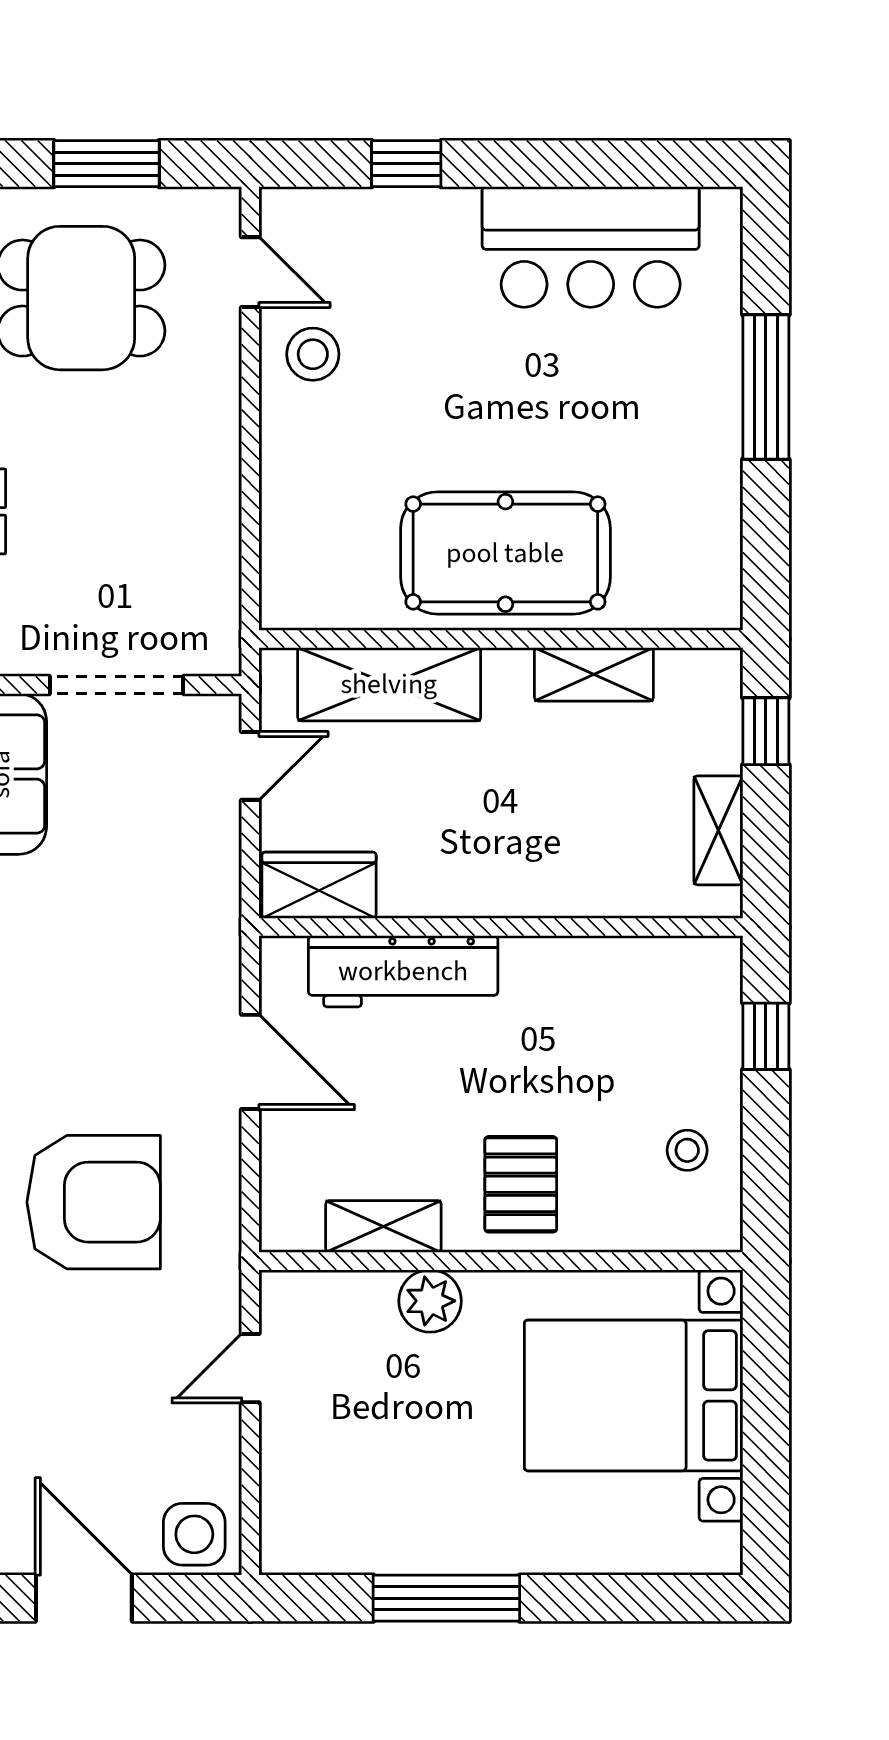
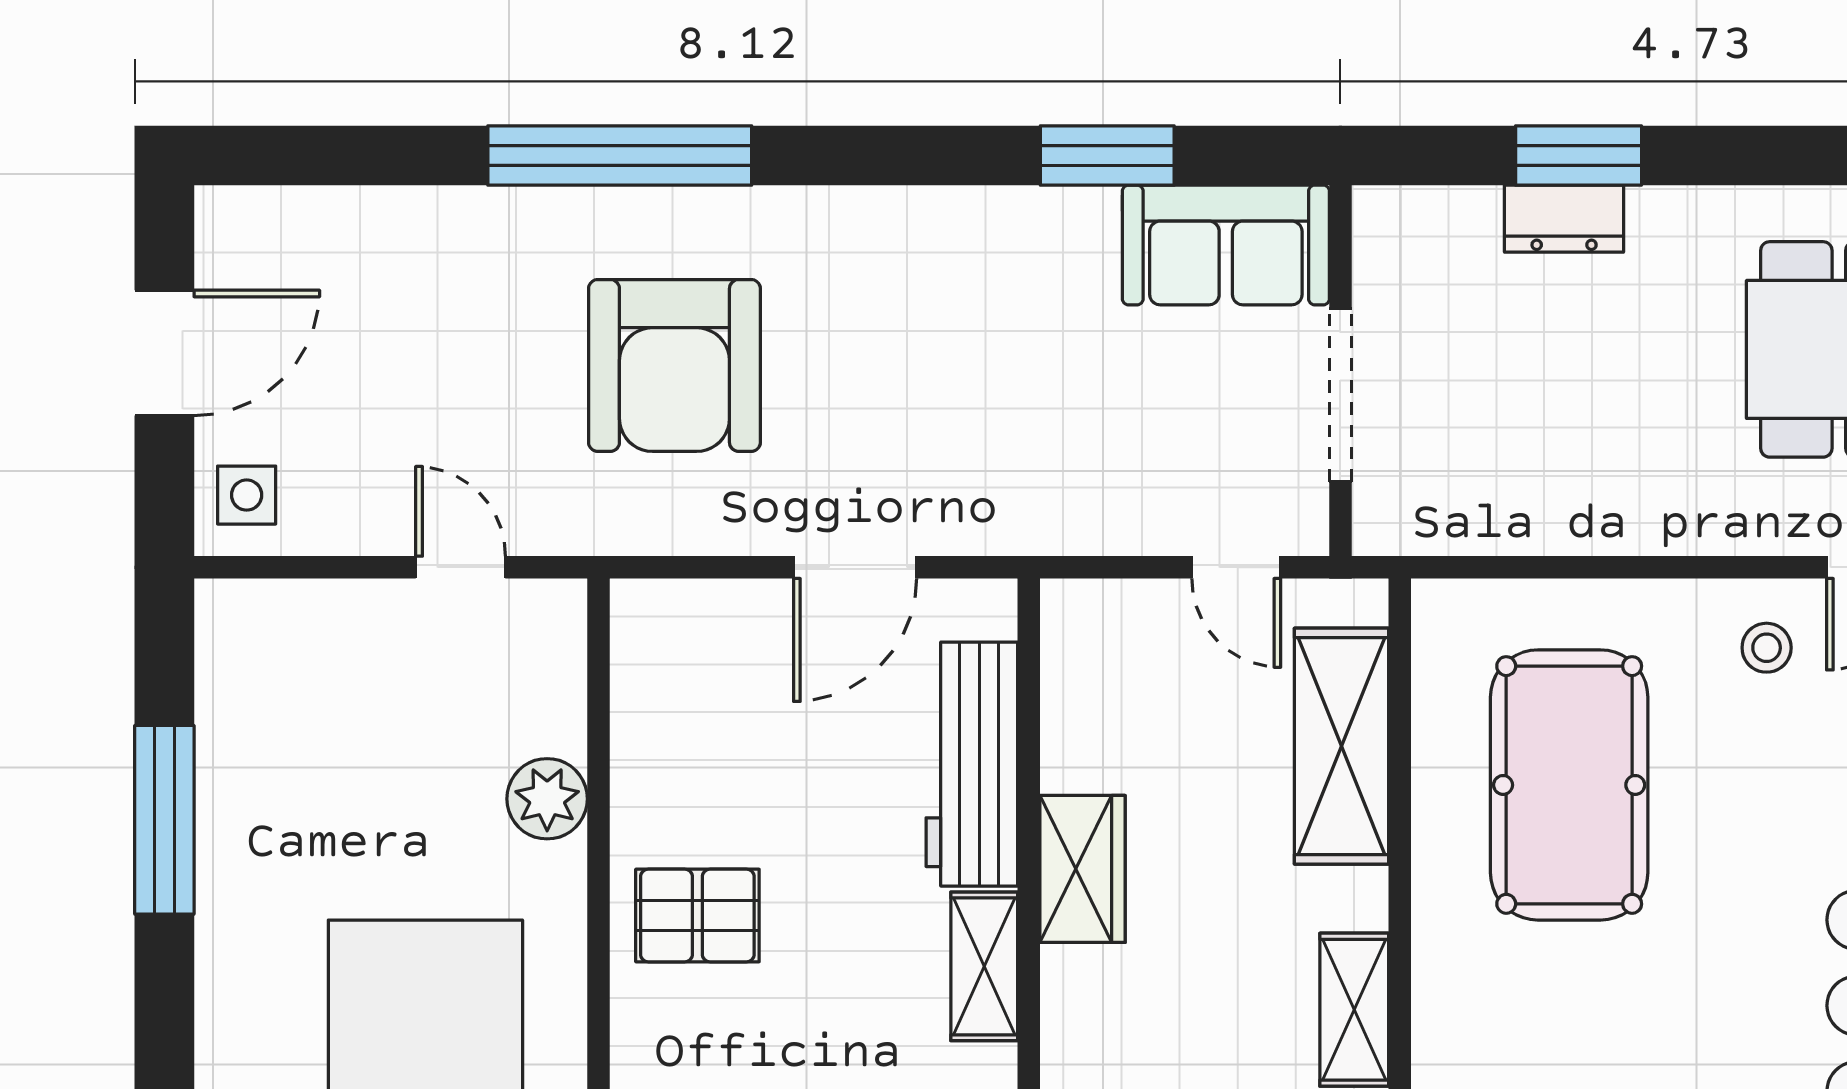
stool: (313, 354) -> (1767, 648), width x0.73, depth x0.73
pool table: (505, 553) -> (1569, 785), moved
wardrobe: (319, 885) -> (1083, 869), moved
shelving: (383, 1226) -> (984, 966), moved
side table: (194, 1534) -> (247, 495), width x0.73, depth x0.73

